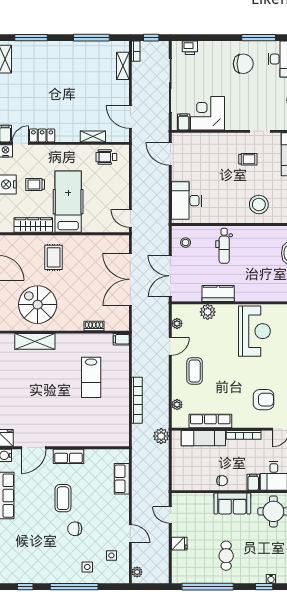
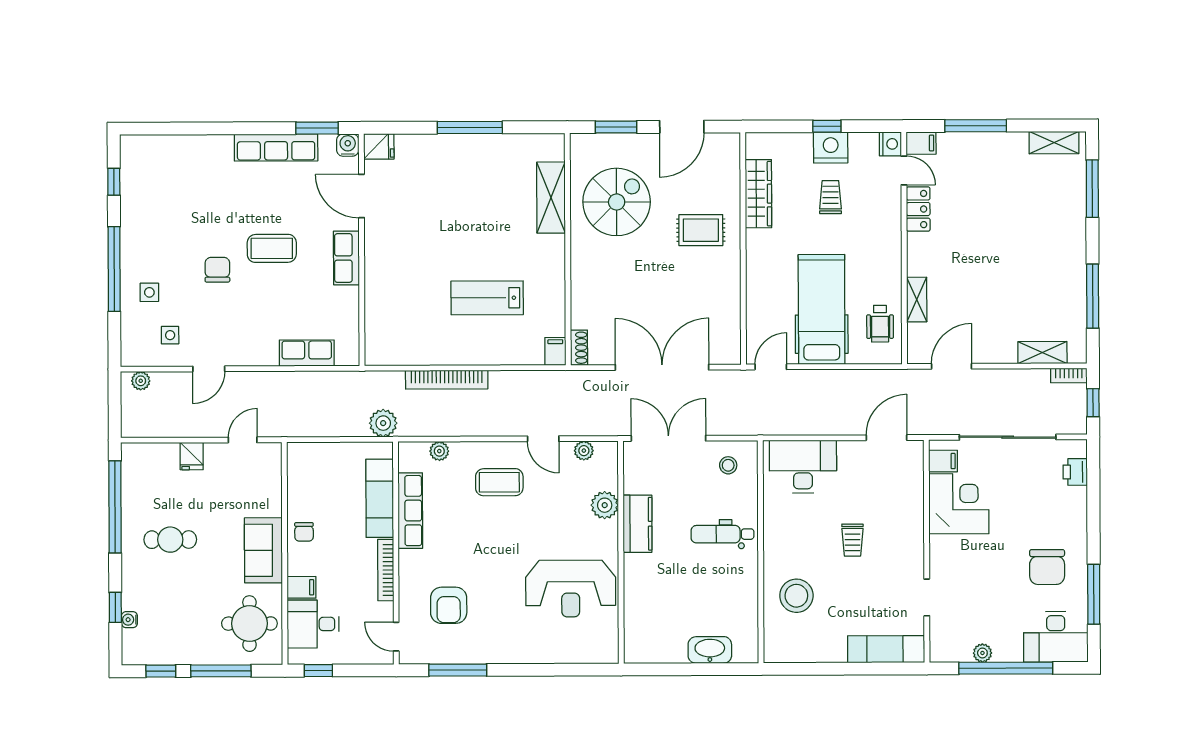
wheelchair: (106, 157) -> (880, 324), turned 180
trolley: (248, 159) -> (852, 540), moved
hospital bed: (68, 202) -> (822, 309), moved, turned -90
shoe rack: (94, 326) -> (579, 348), moved

